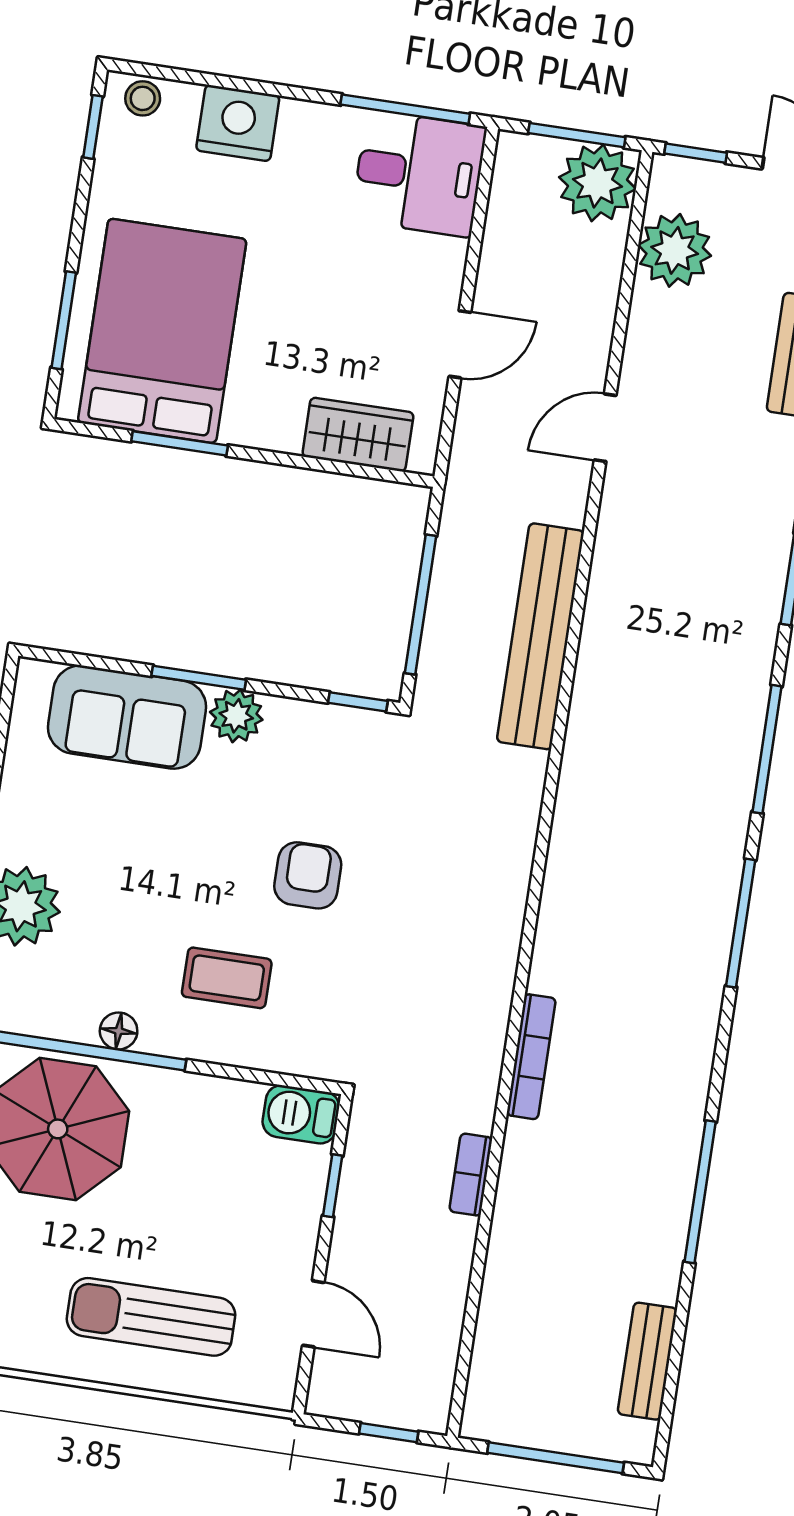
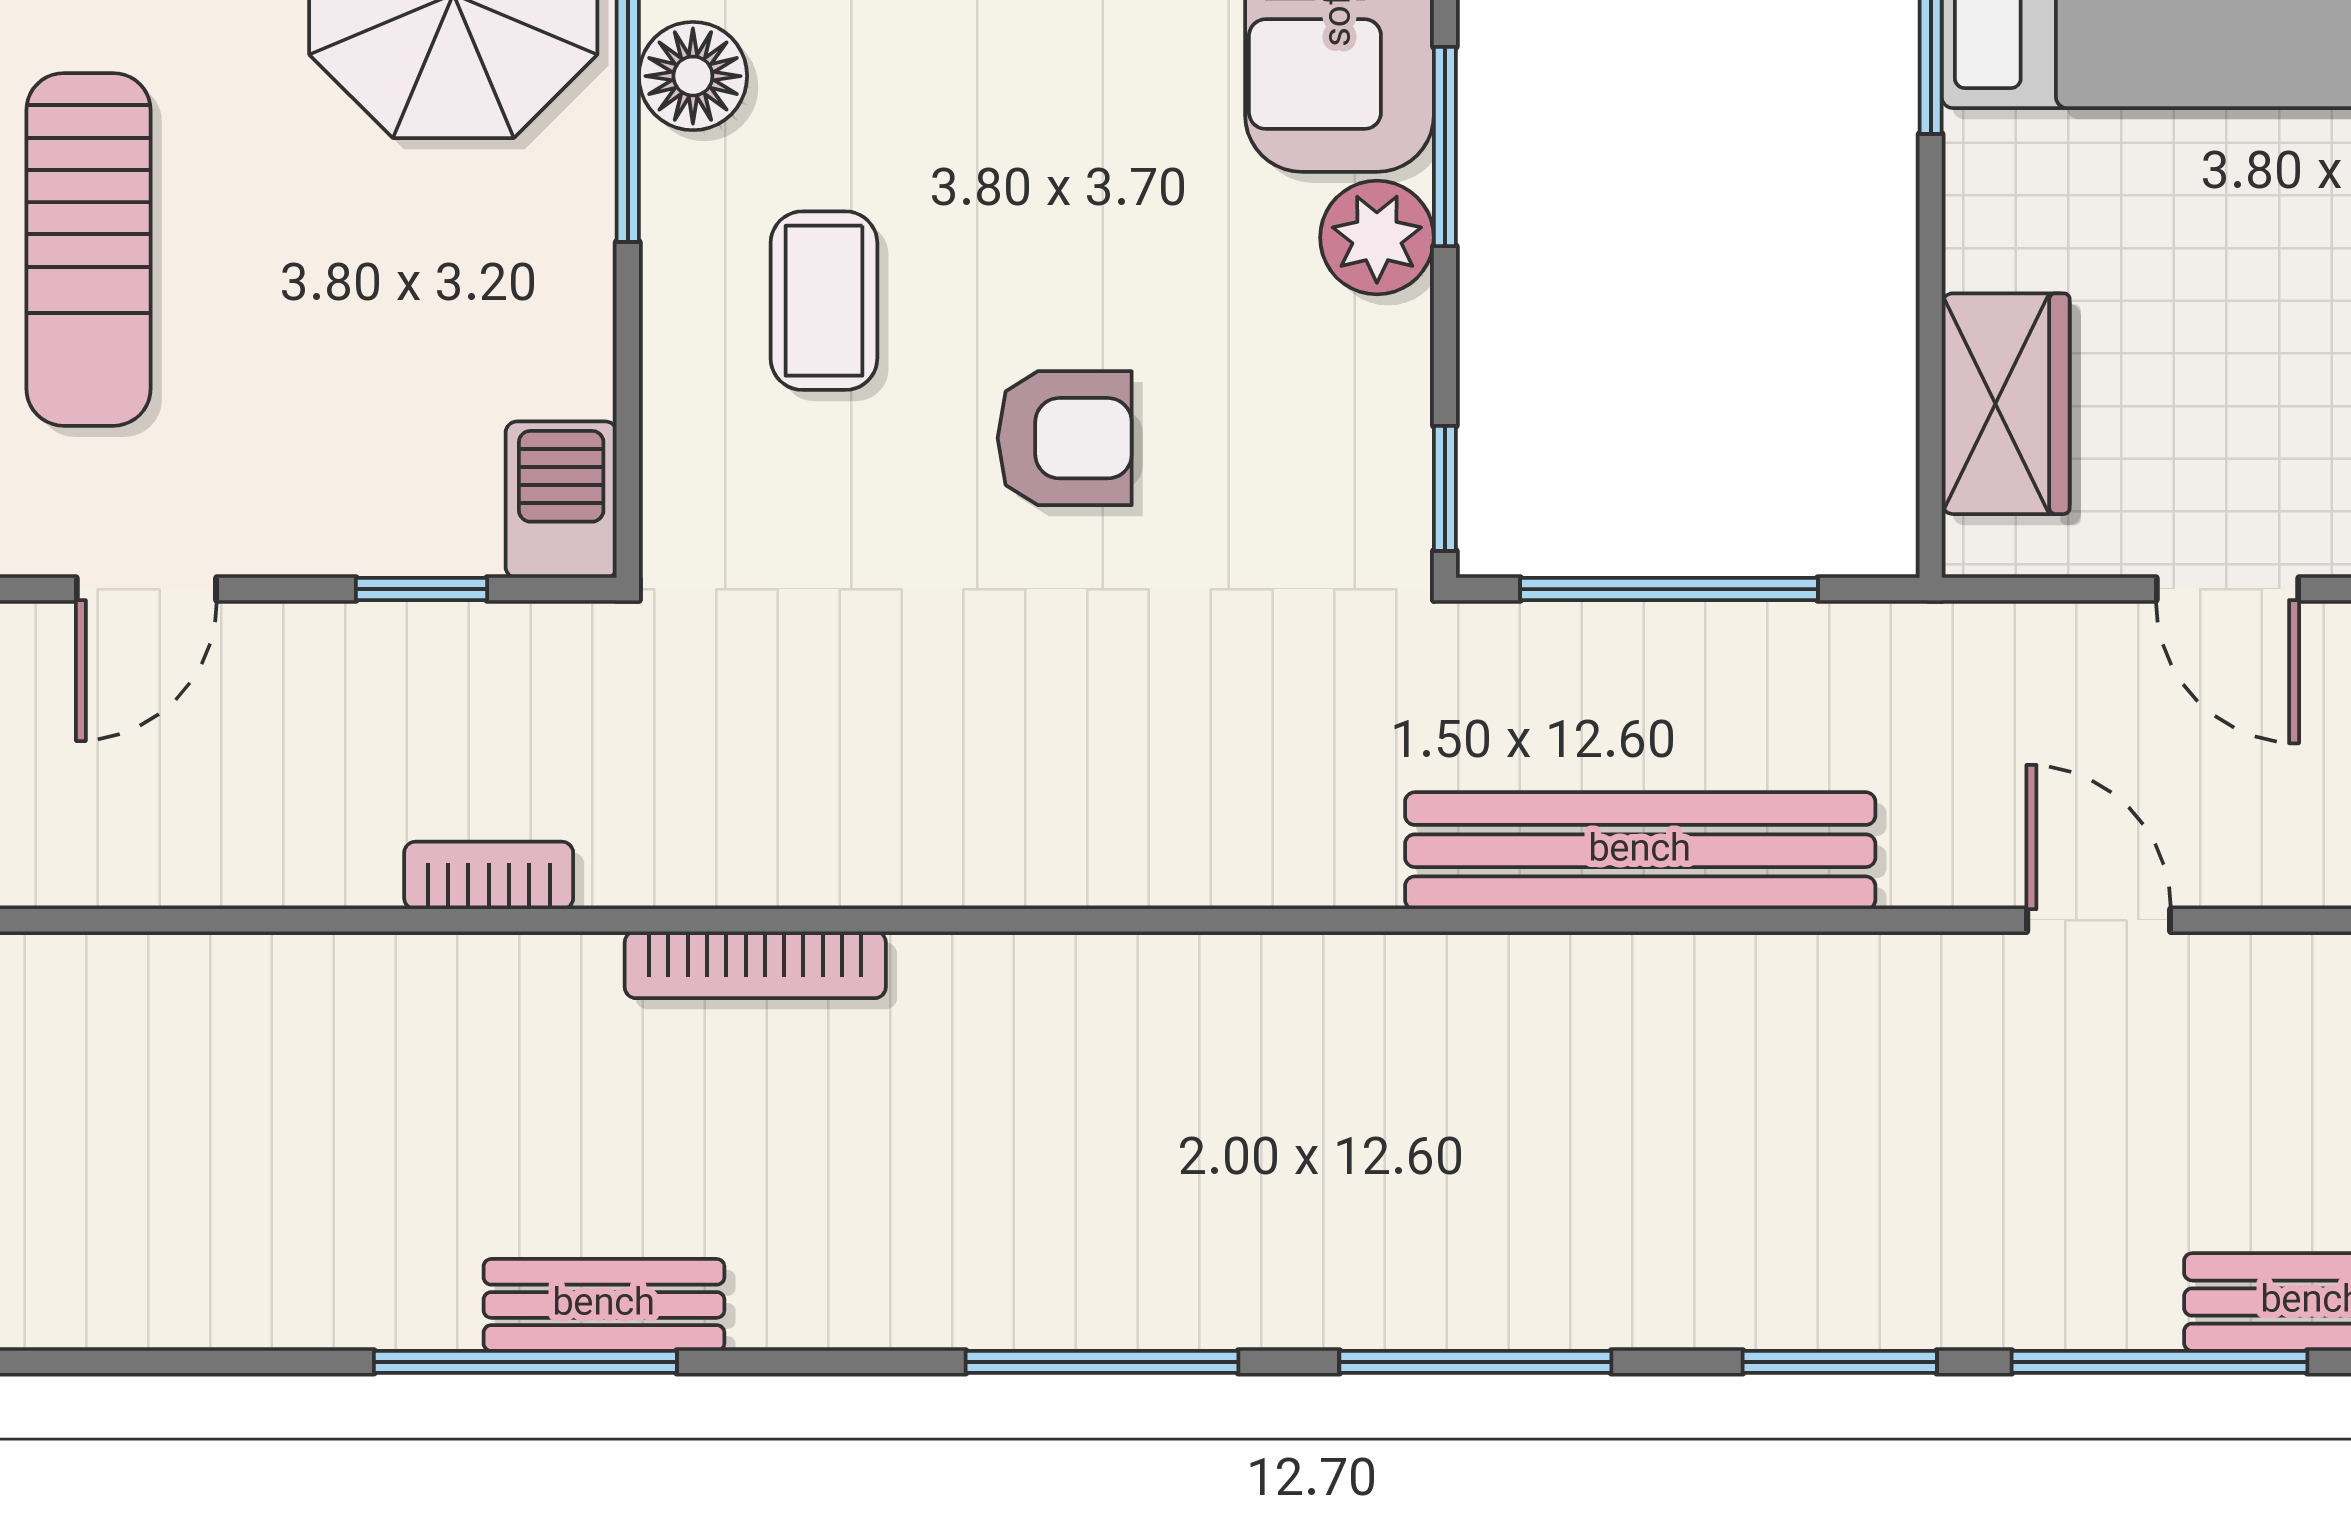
floor lamp: (119, 1031) -> (693, 76), width x1.37, depth x1.37
sun lounger: (151, 1317) -> (89, 249), turned 180
bench: (647, 1361) -> (604, 1305), moved

